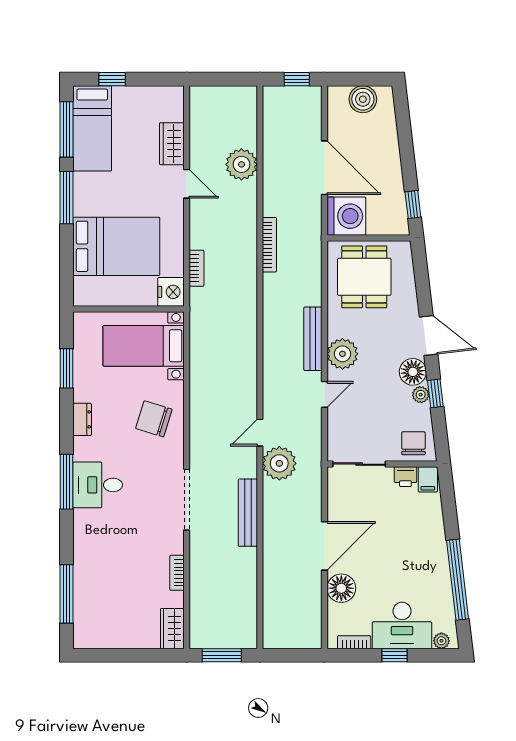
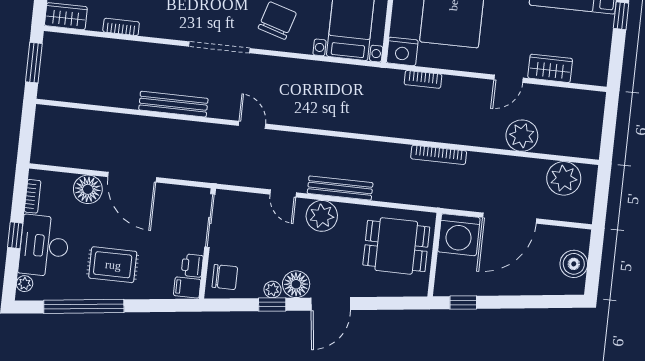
window: (297, 79) -> (601, 200), removed
plant: (279, 463) -> (564, 178), moved
doorway: (187, 500) -> (219, 47), moved
rug: (413, 556) -> (113, 265), added

